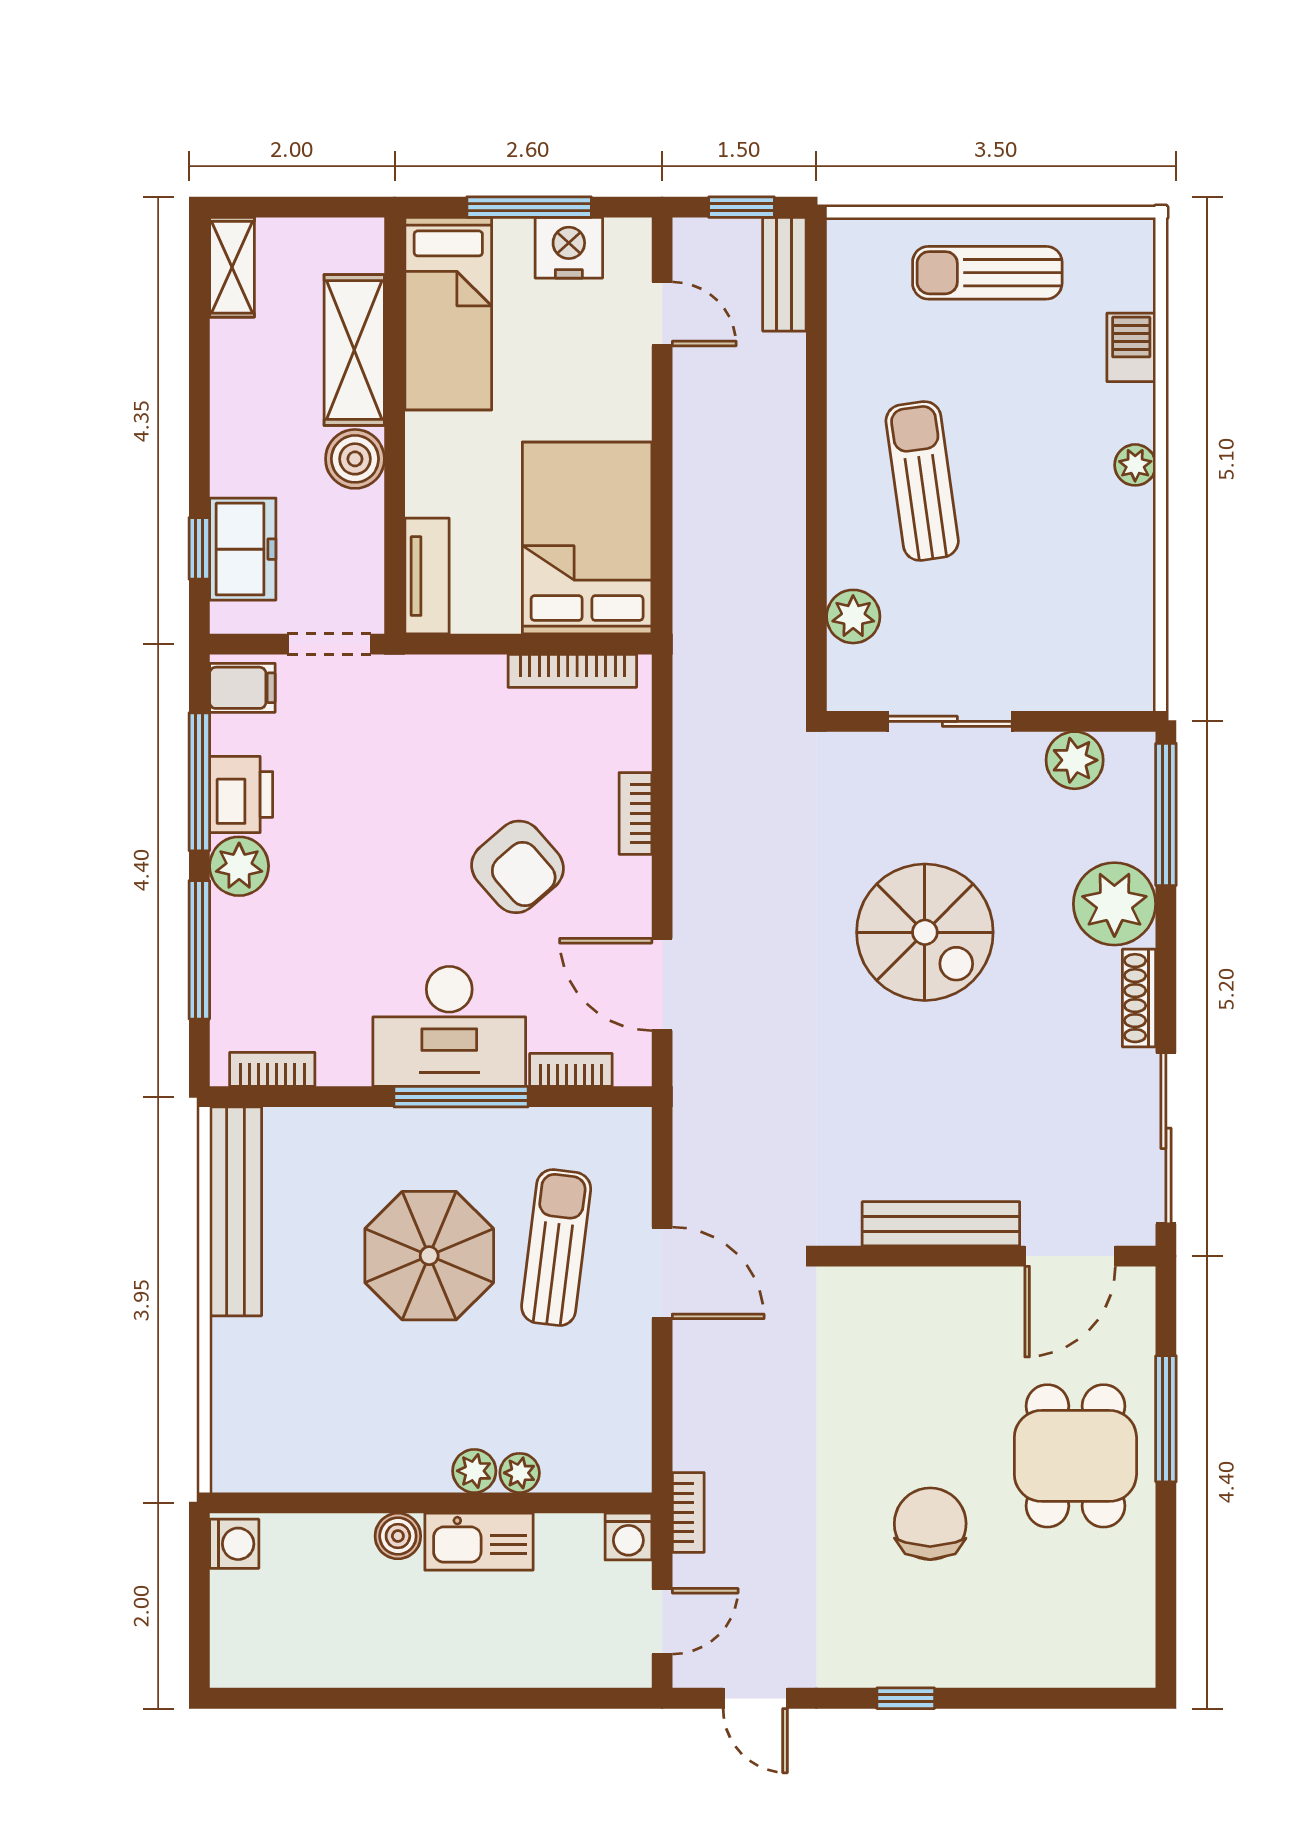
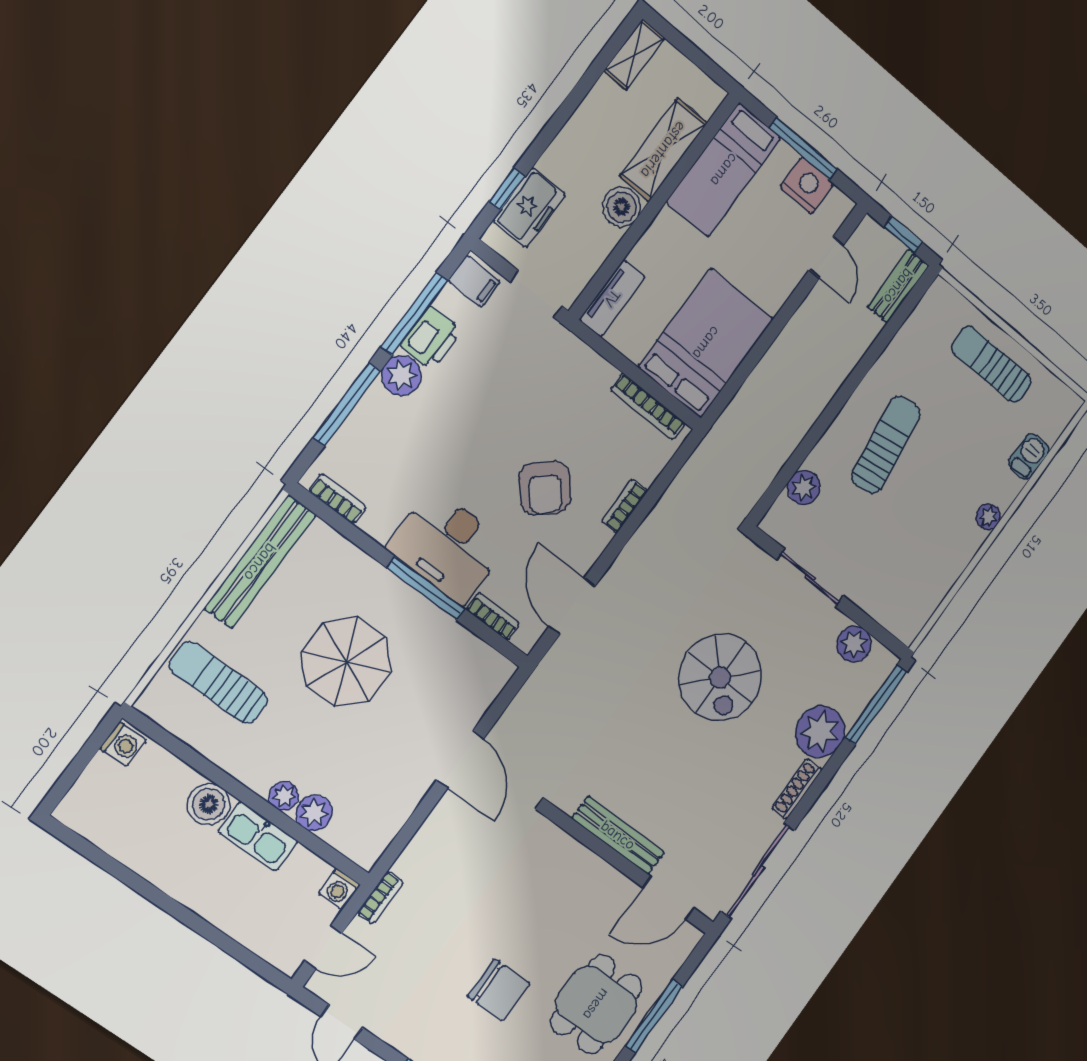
sun lounger: (556, 1248) -> (219, 683), moved, turned -97
plant: (520, 1473) -> (314, 813), width x1.38, depth x1.38
chair: (930, 1524) -> (499, 990), turned 90
boiler: (398, 1536) -> (209, 804), width x1.36, depth x1.36

